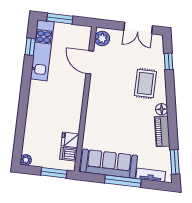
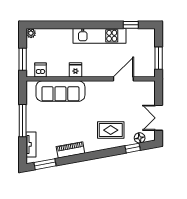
window: (60, 19) -> (159, 58), moved
plant: (102, 38) -> (146, 87), removed
kitchen unit: (42, 50) -> (100, 36), moved
floor lamp: (162, 109) -> (140, 138), moved
fridge: (70, 140) -> (75, 70), moved
sofa: (109, 164) -> (60, 91), moved, turned 90

